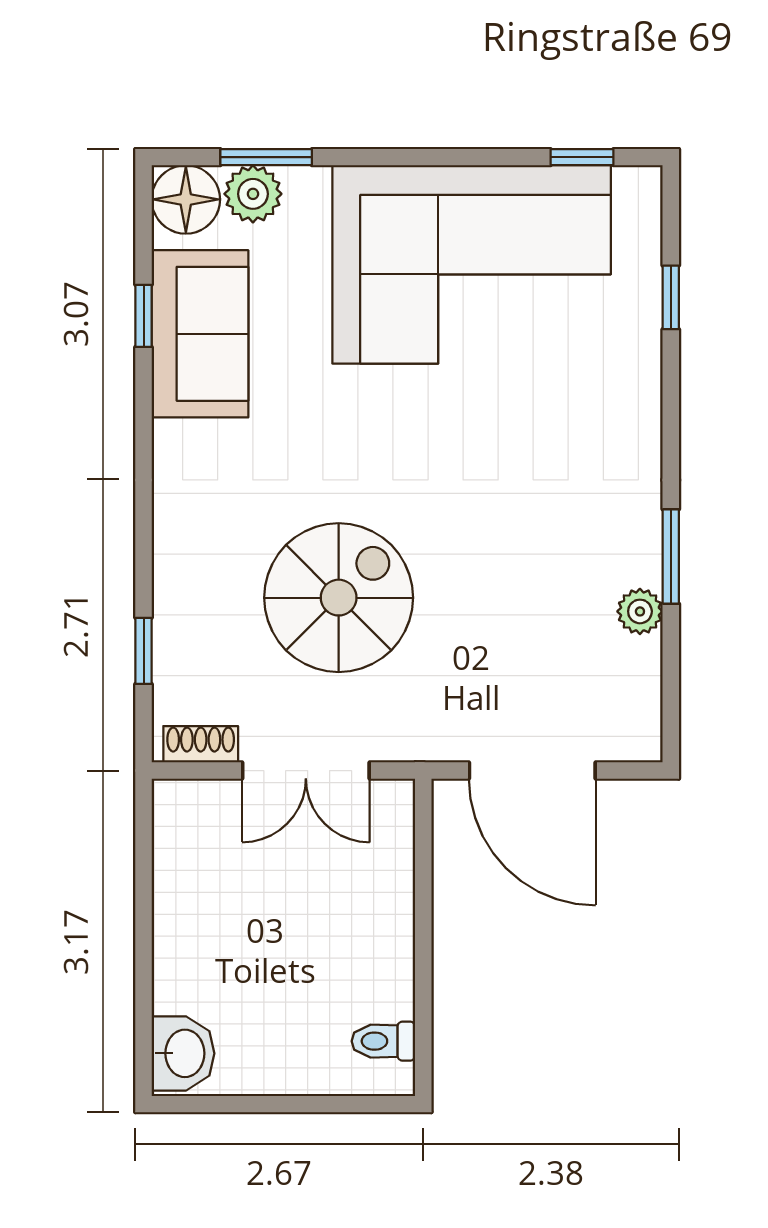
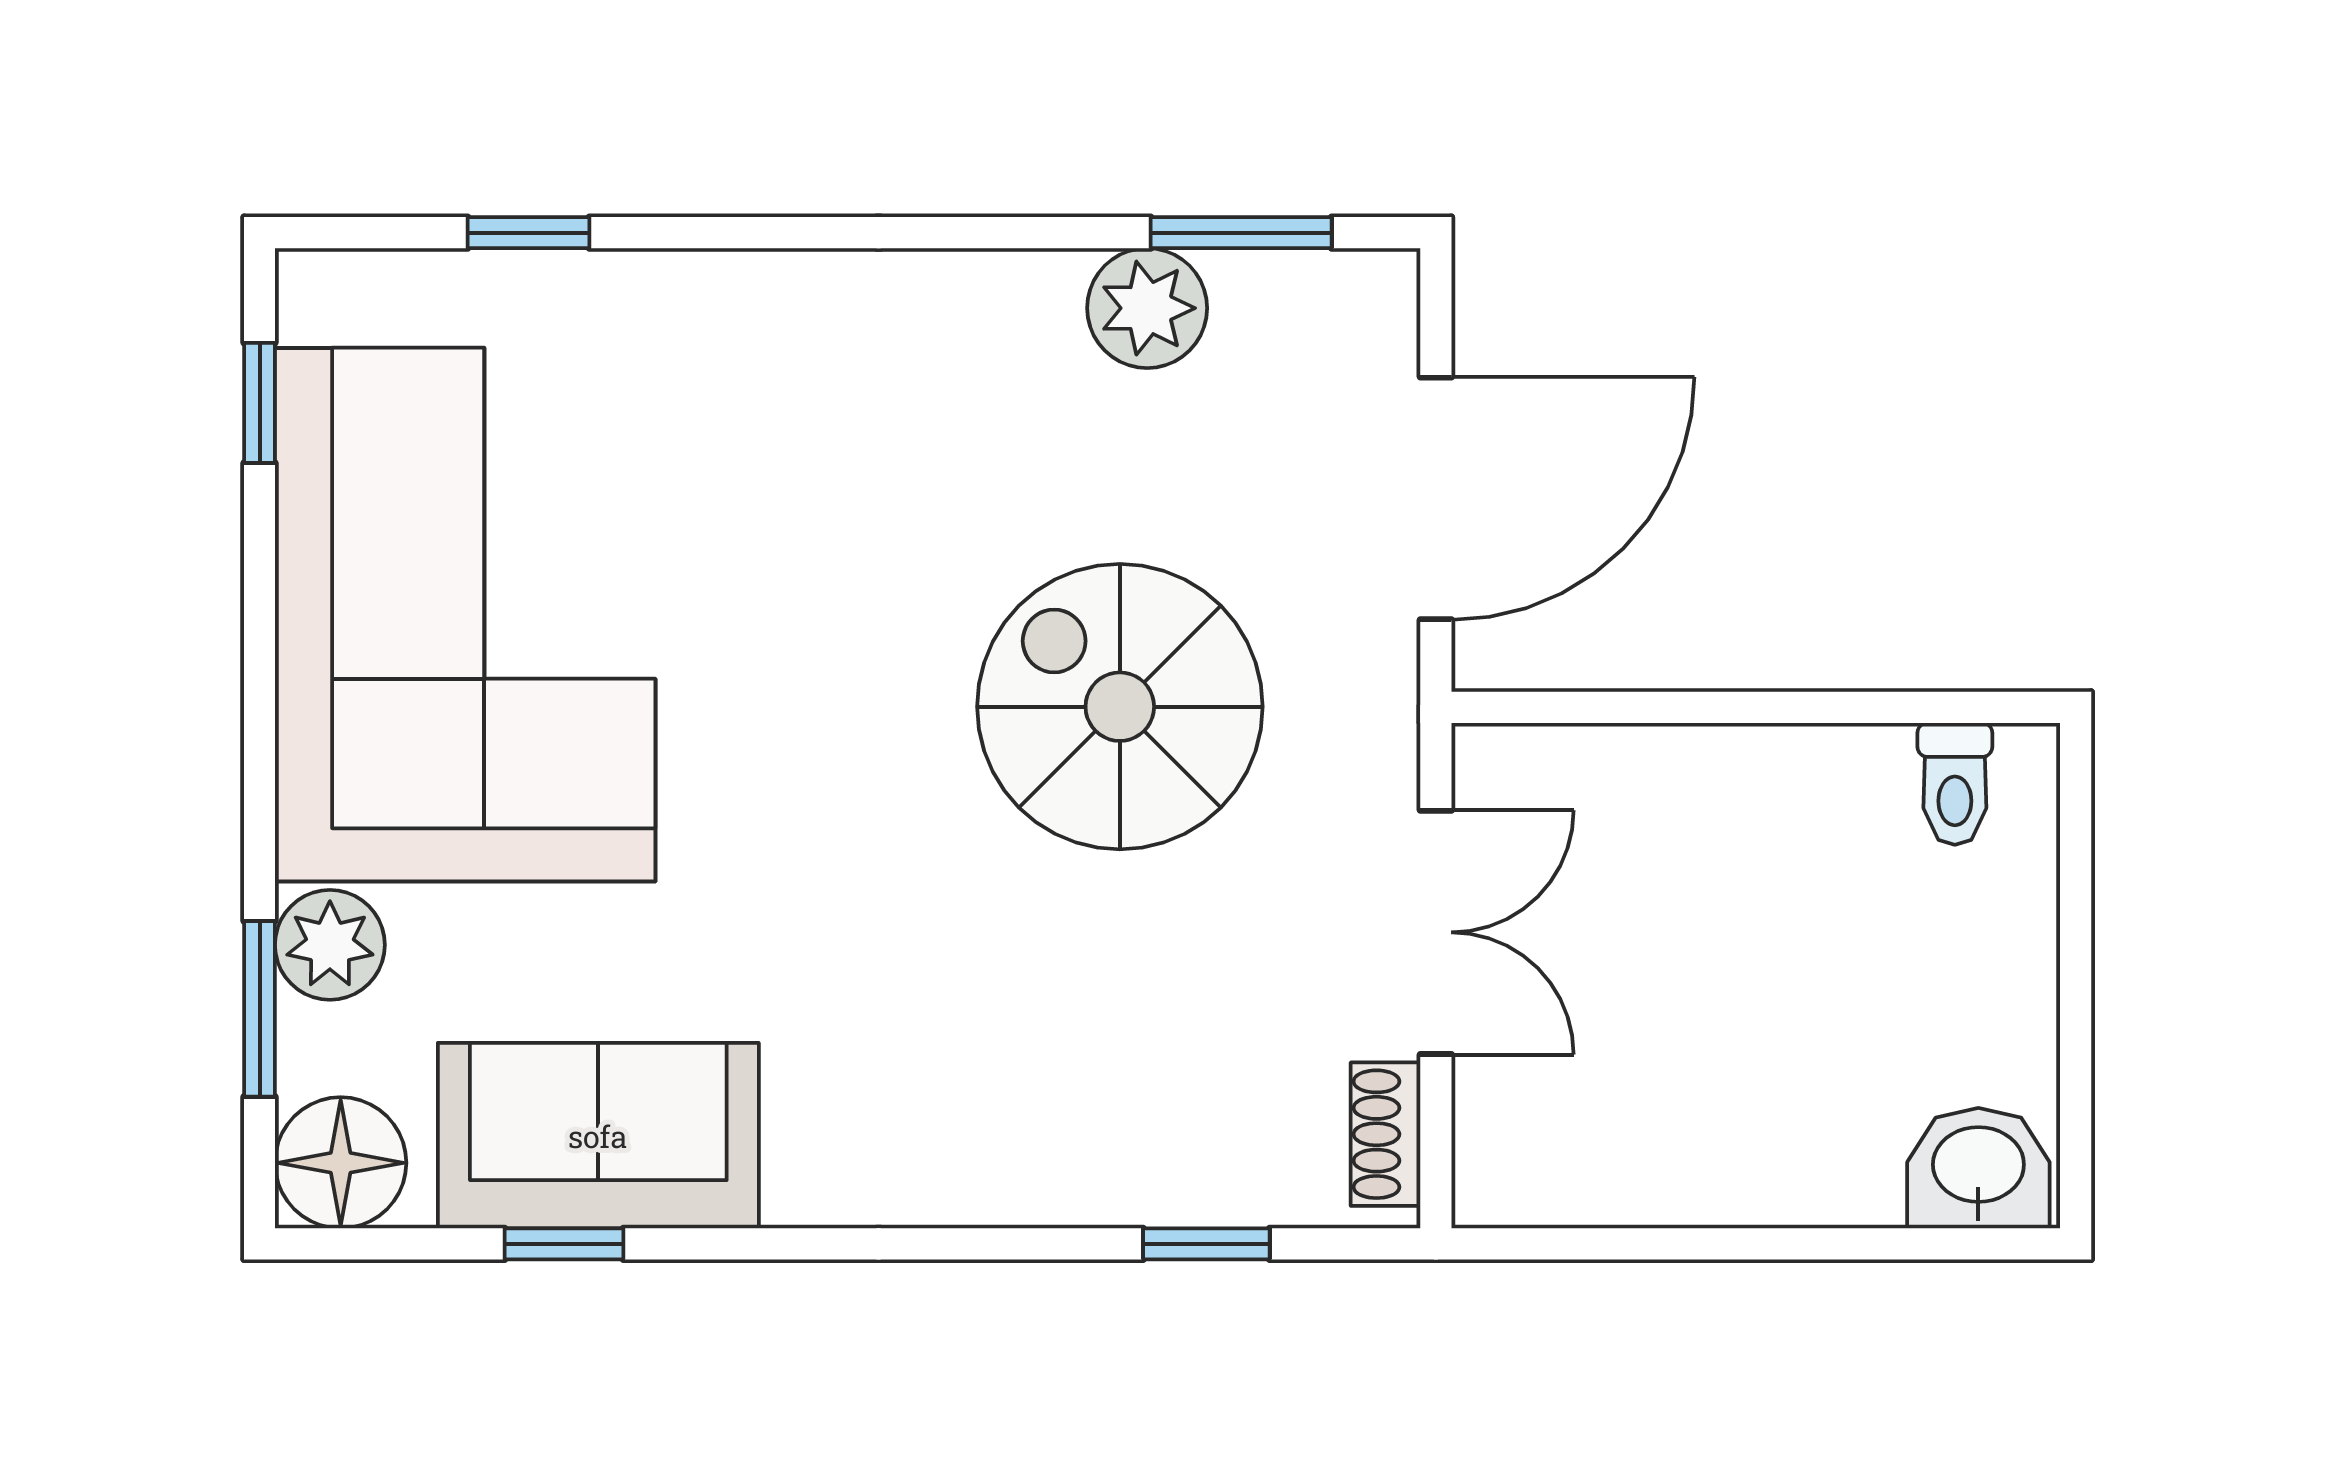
plant: (253, 194) -> (330, 945), moved
window: (671, 557) -> (1241, 233), moved
spiral stairs: (339, 598) -> (1120, 707), moved
plant: (640, 611) -> (1147, 308), width x1.38, depth x1.38

